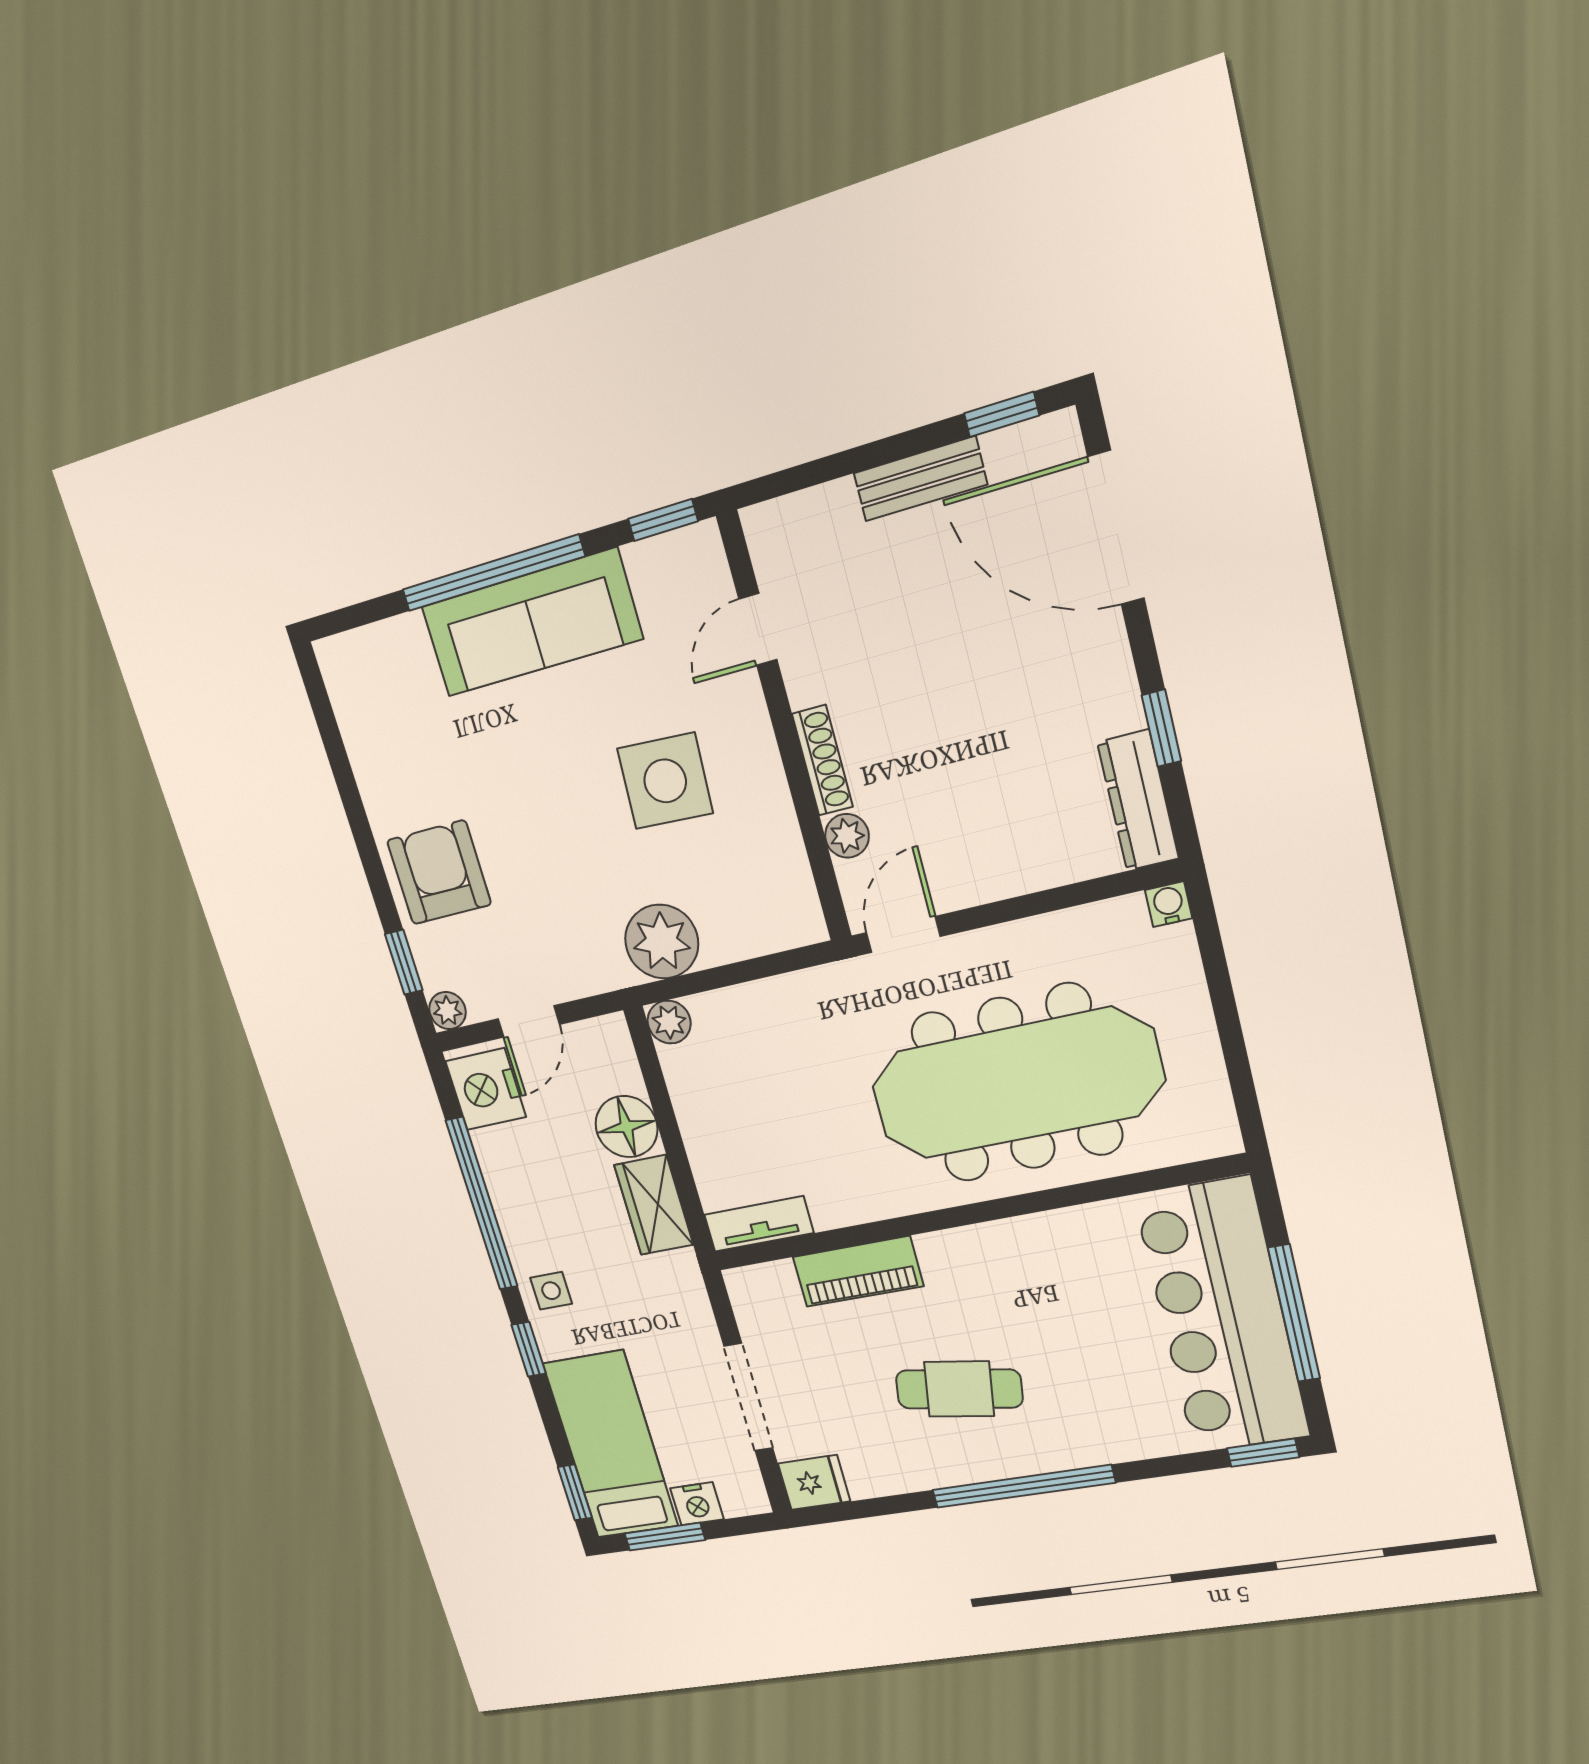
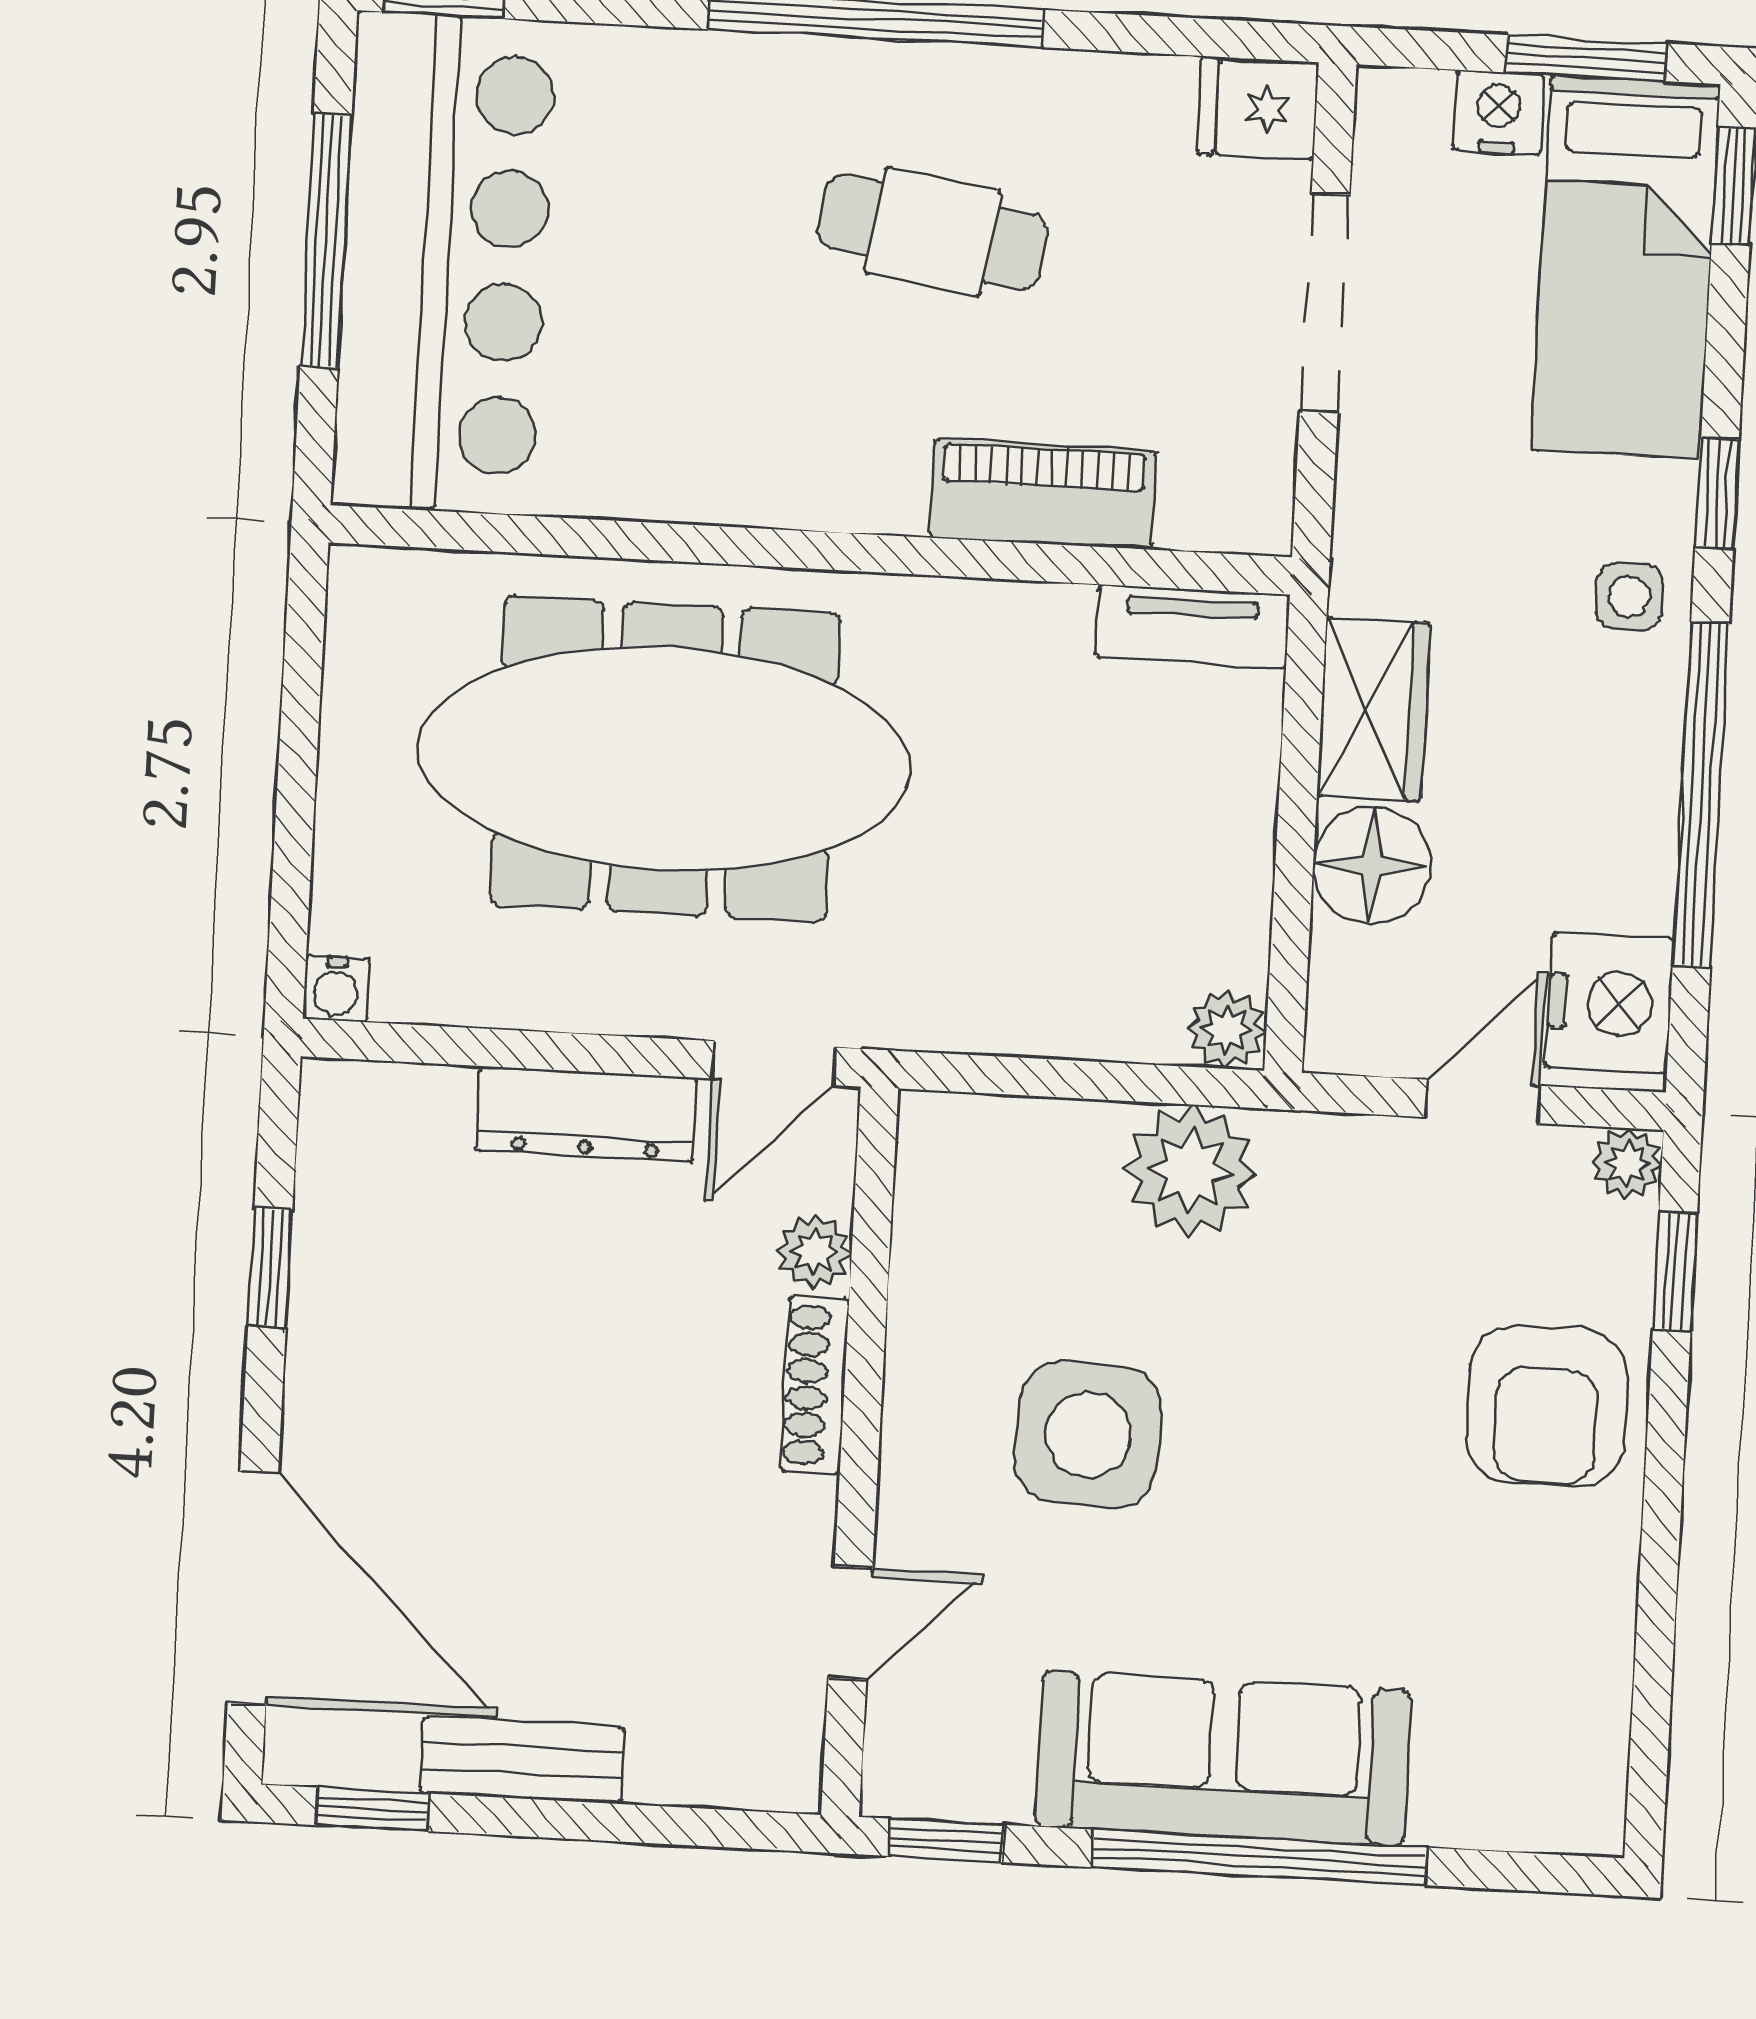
dresser: (1138, 801) -> (587, 1114), moved, turned 90

